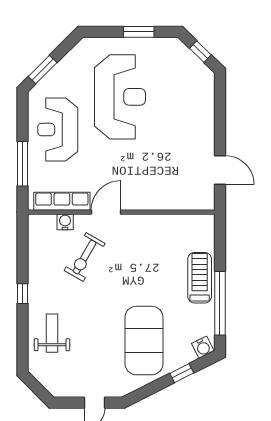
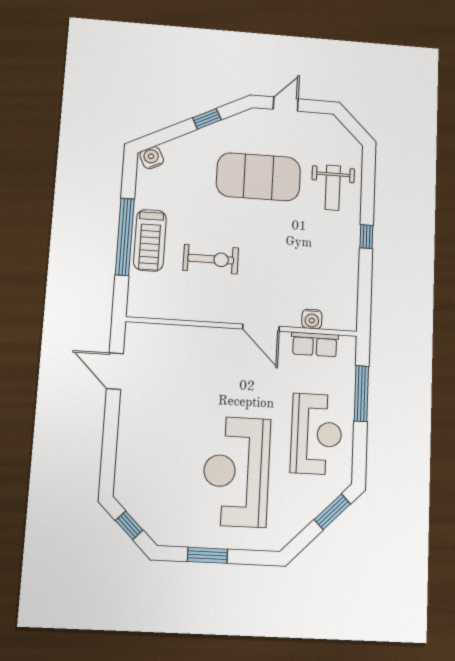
row of seats: (62, 201) -> (315, 344), width x0.68
door: (106, 212) -> (261, 328), hinge flipped
exercise bike: (85, 257) -> (211, 259), moved, turned 60
window: (220, 303) -> (125, 237), moved
exercise mat: (144, 341) -> (258, 177), moved, turned 90
window: (182, 373) -> (207, 119), moved

